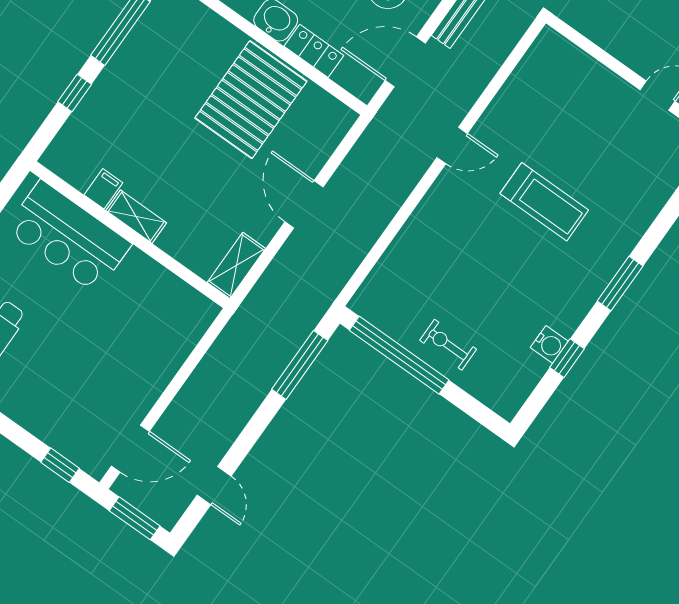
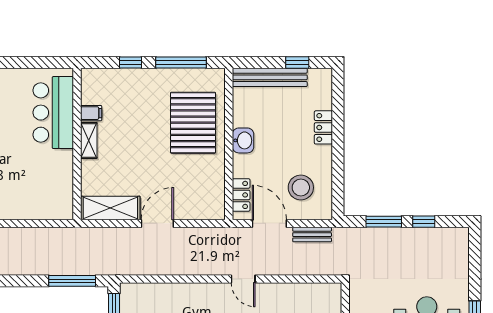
locker: (314, 51) -> (241, 195), moved
pallet: (251, 100) -> (193, 123), moved, turned 90
shelving: (236, 265) -> (110, 208), width x1.50, depth x1.33

